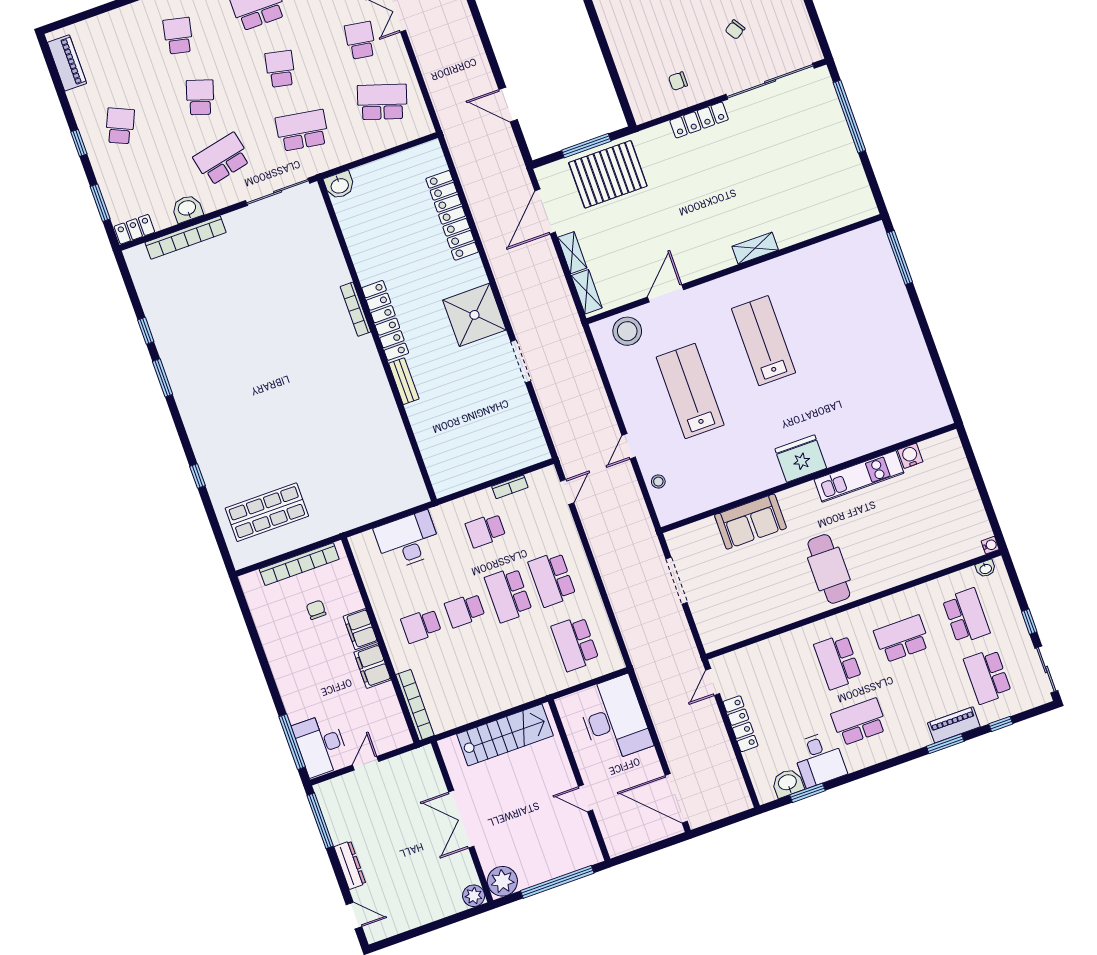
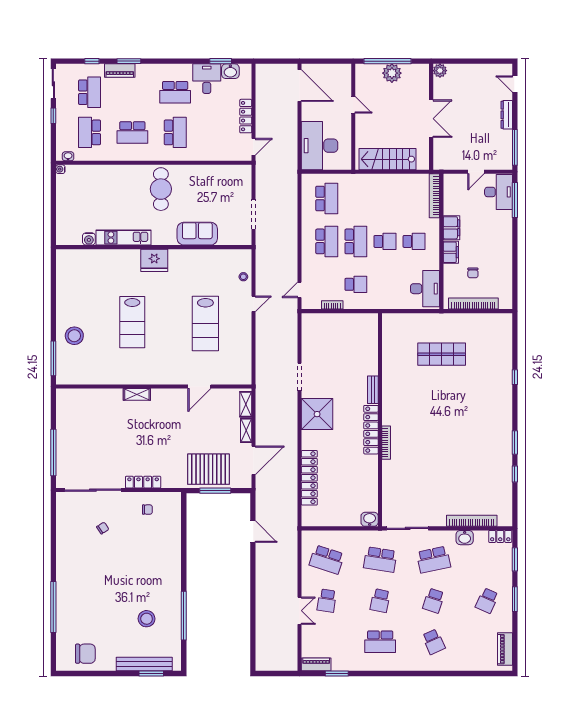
school desk: (178, 36) -> (434, 642), turned -36
window: (79, 143) -> (515, 599), width x1.50
stool: (627, 331) -> (74, 336), moved
lab bench: (764, 341) -> (132, 322), moved
shop shelf: (267, 512) -> (442, 354), moved
desk: (408, 540) -> (425, 289), moved, turned -90
plant: (502, 881) -> (392, 73), moved

